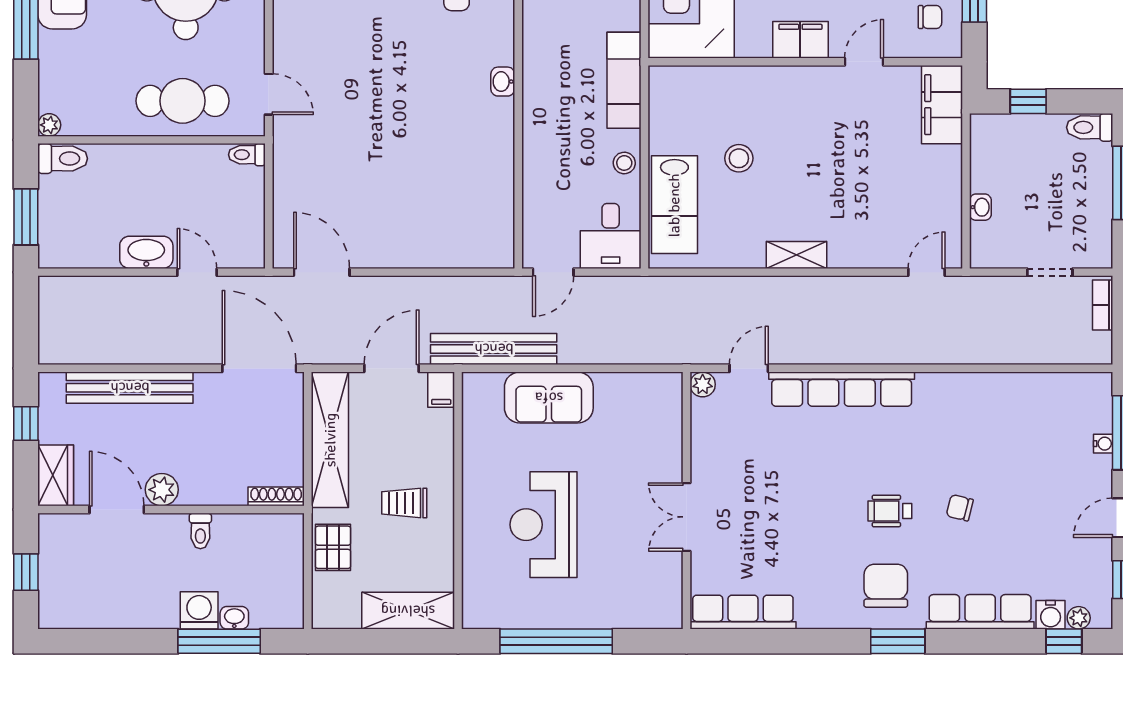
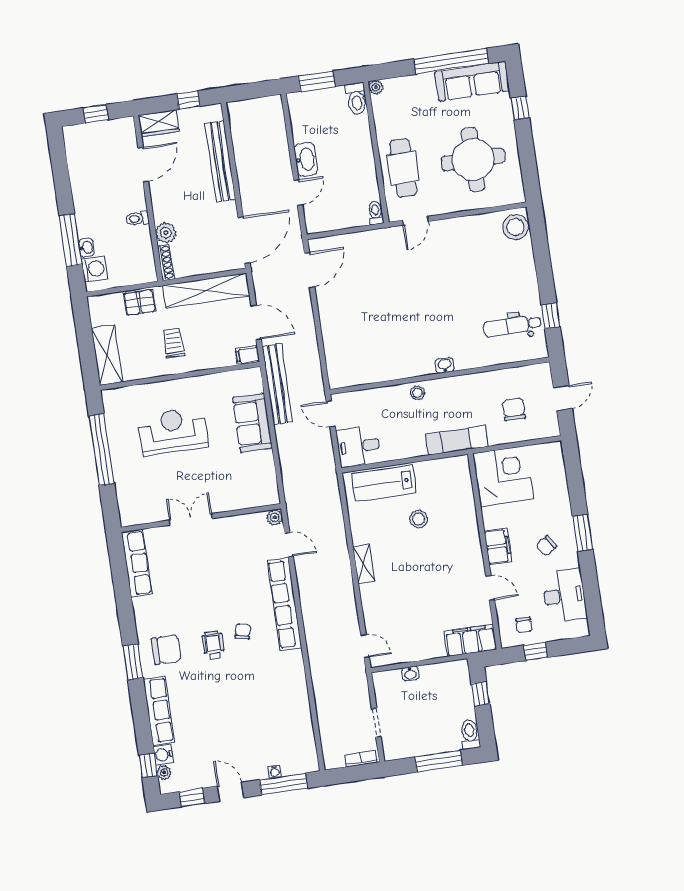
stool: (624, 163) -> (417, 393), moved
plant: (162, 490) -> (166, 233), moved
chair: (960, 508) -> (243, 631), moved
washing machine: (199, 610) -> (94, 269), moved

